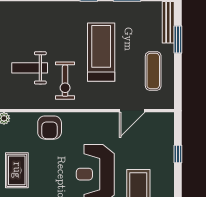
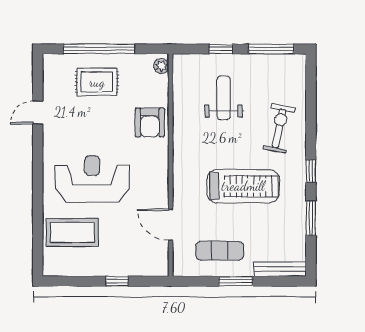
window: (178, 40) -> (236, 281), moved
exercise bike: (65, 81) -> (279, 128), moved, turned 101
armchair: (50, 128) -> (150, 122), turned -90

